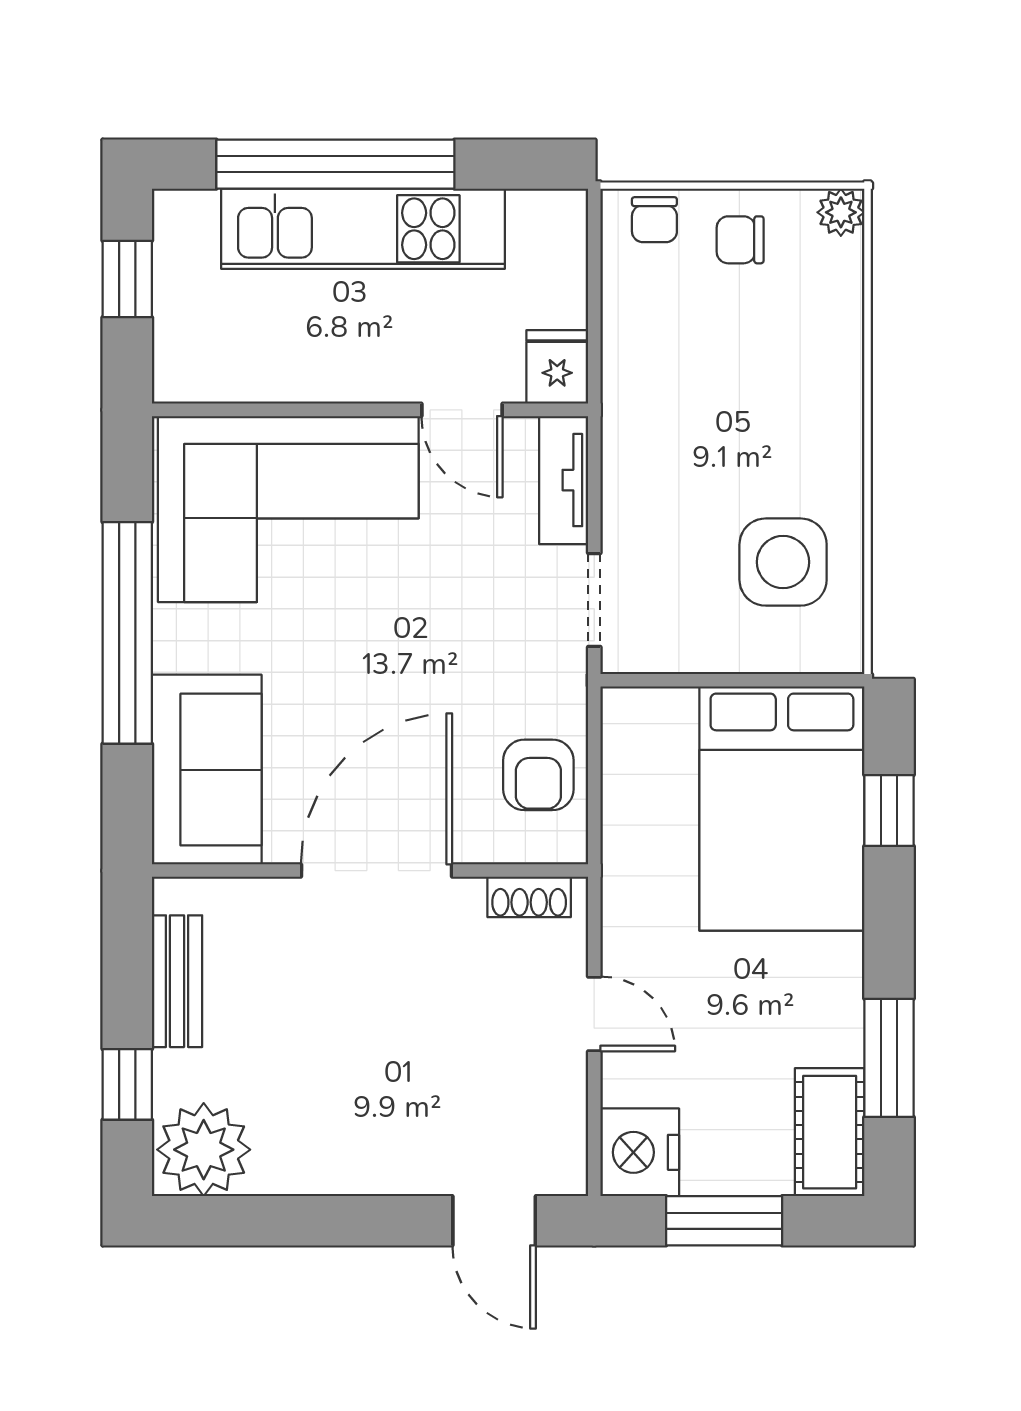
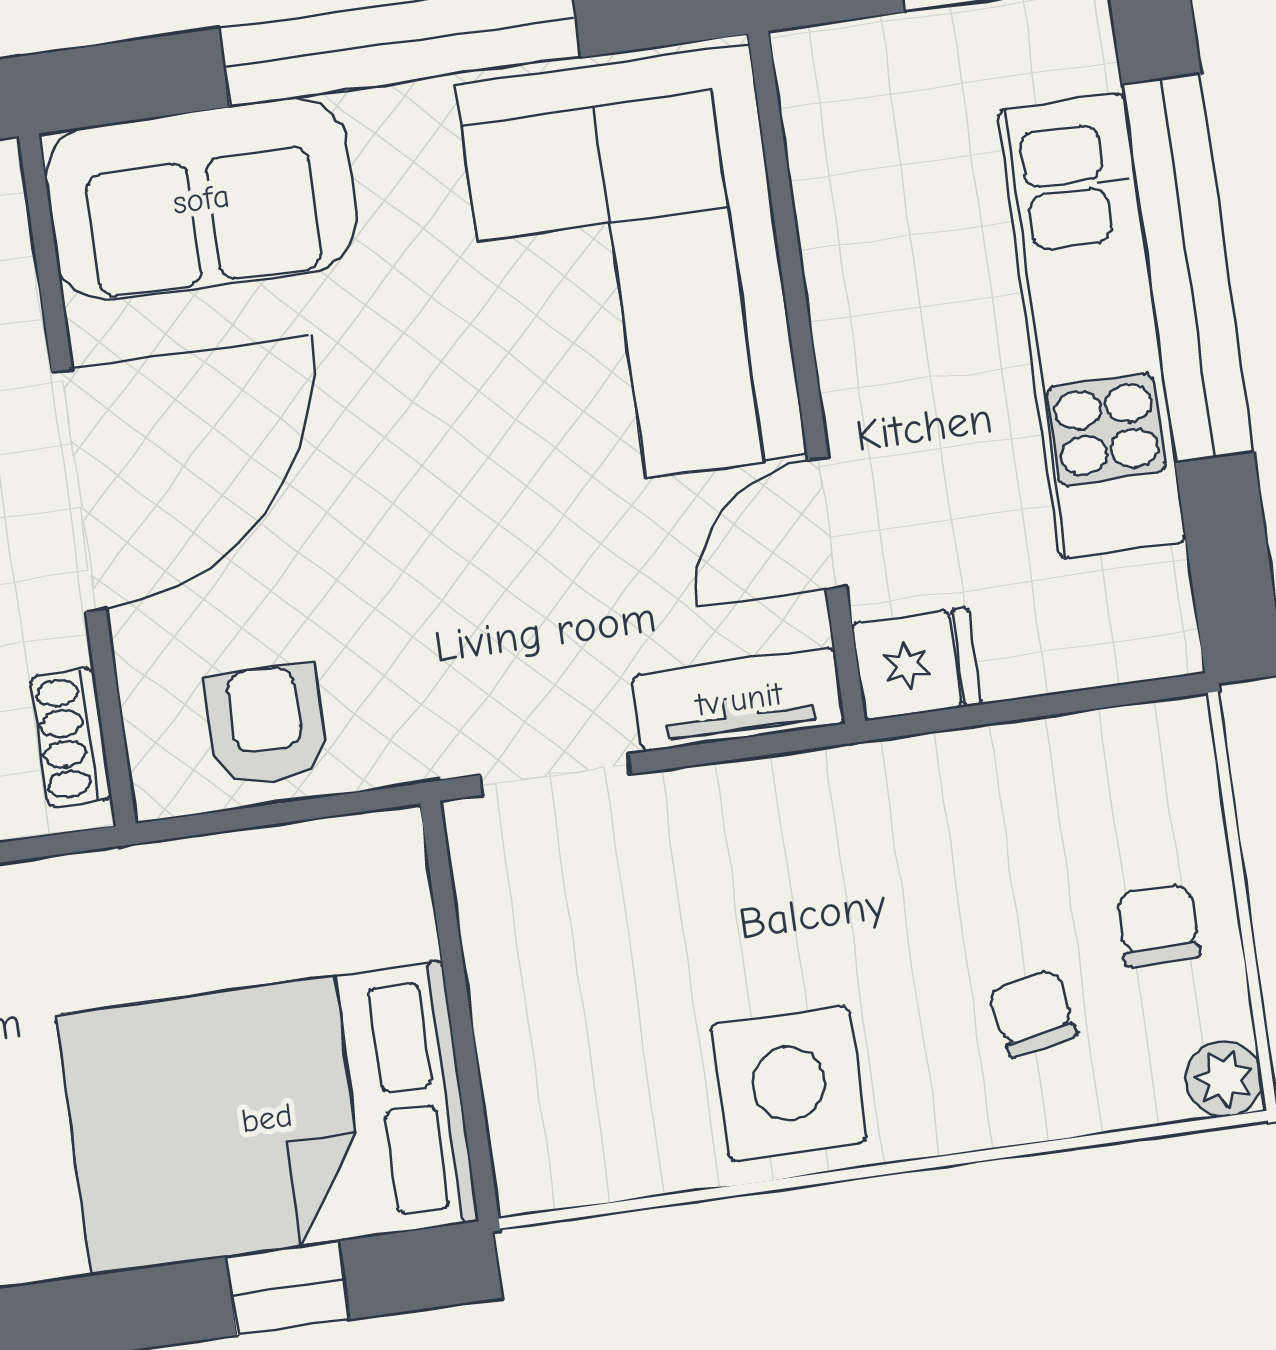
chair: (654, 220) -> (1033, 1013), moved, turned 79
side table: (783, 562) -> (789, 1083), moved
armchair: (538, 775) -> (266, 725), turned 90
door: (376, 871) -> (79, 490), hinge flipped

